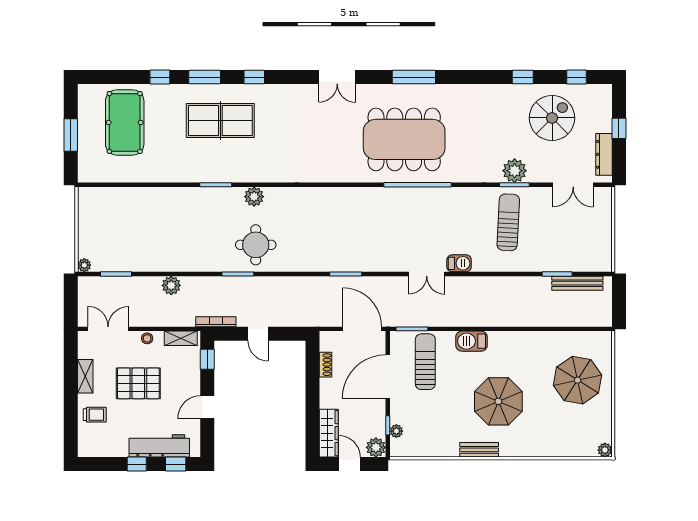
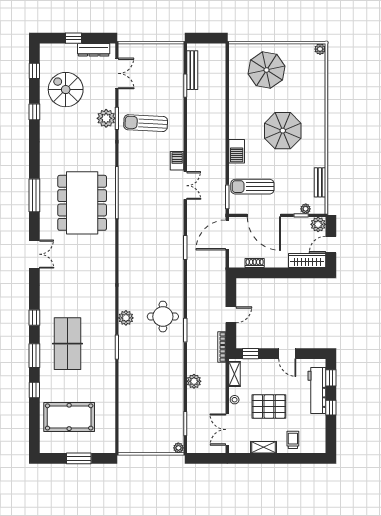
pallet: (138, 383) -> (269, 406), turned 90
bench: (479, 450) -> (320, 182), moved

